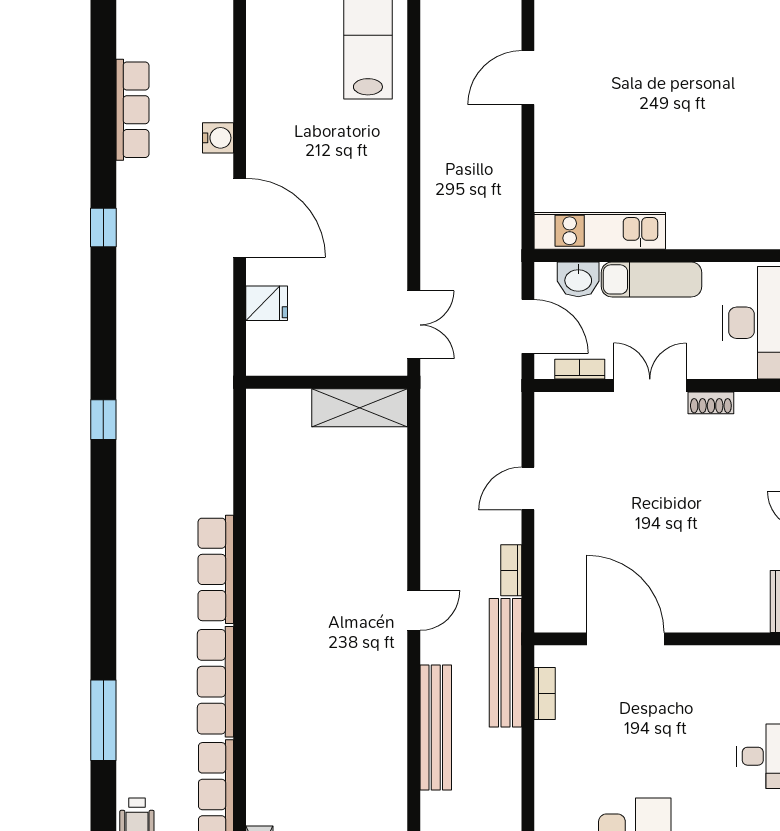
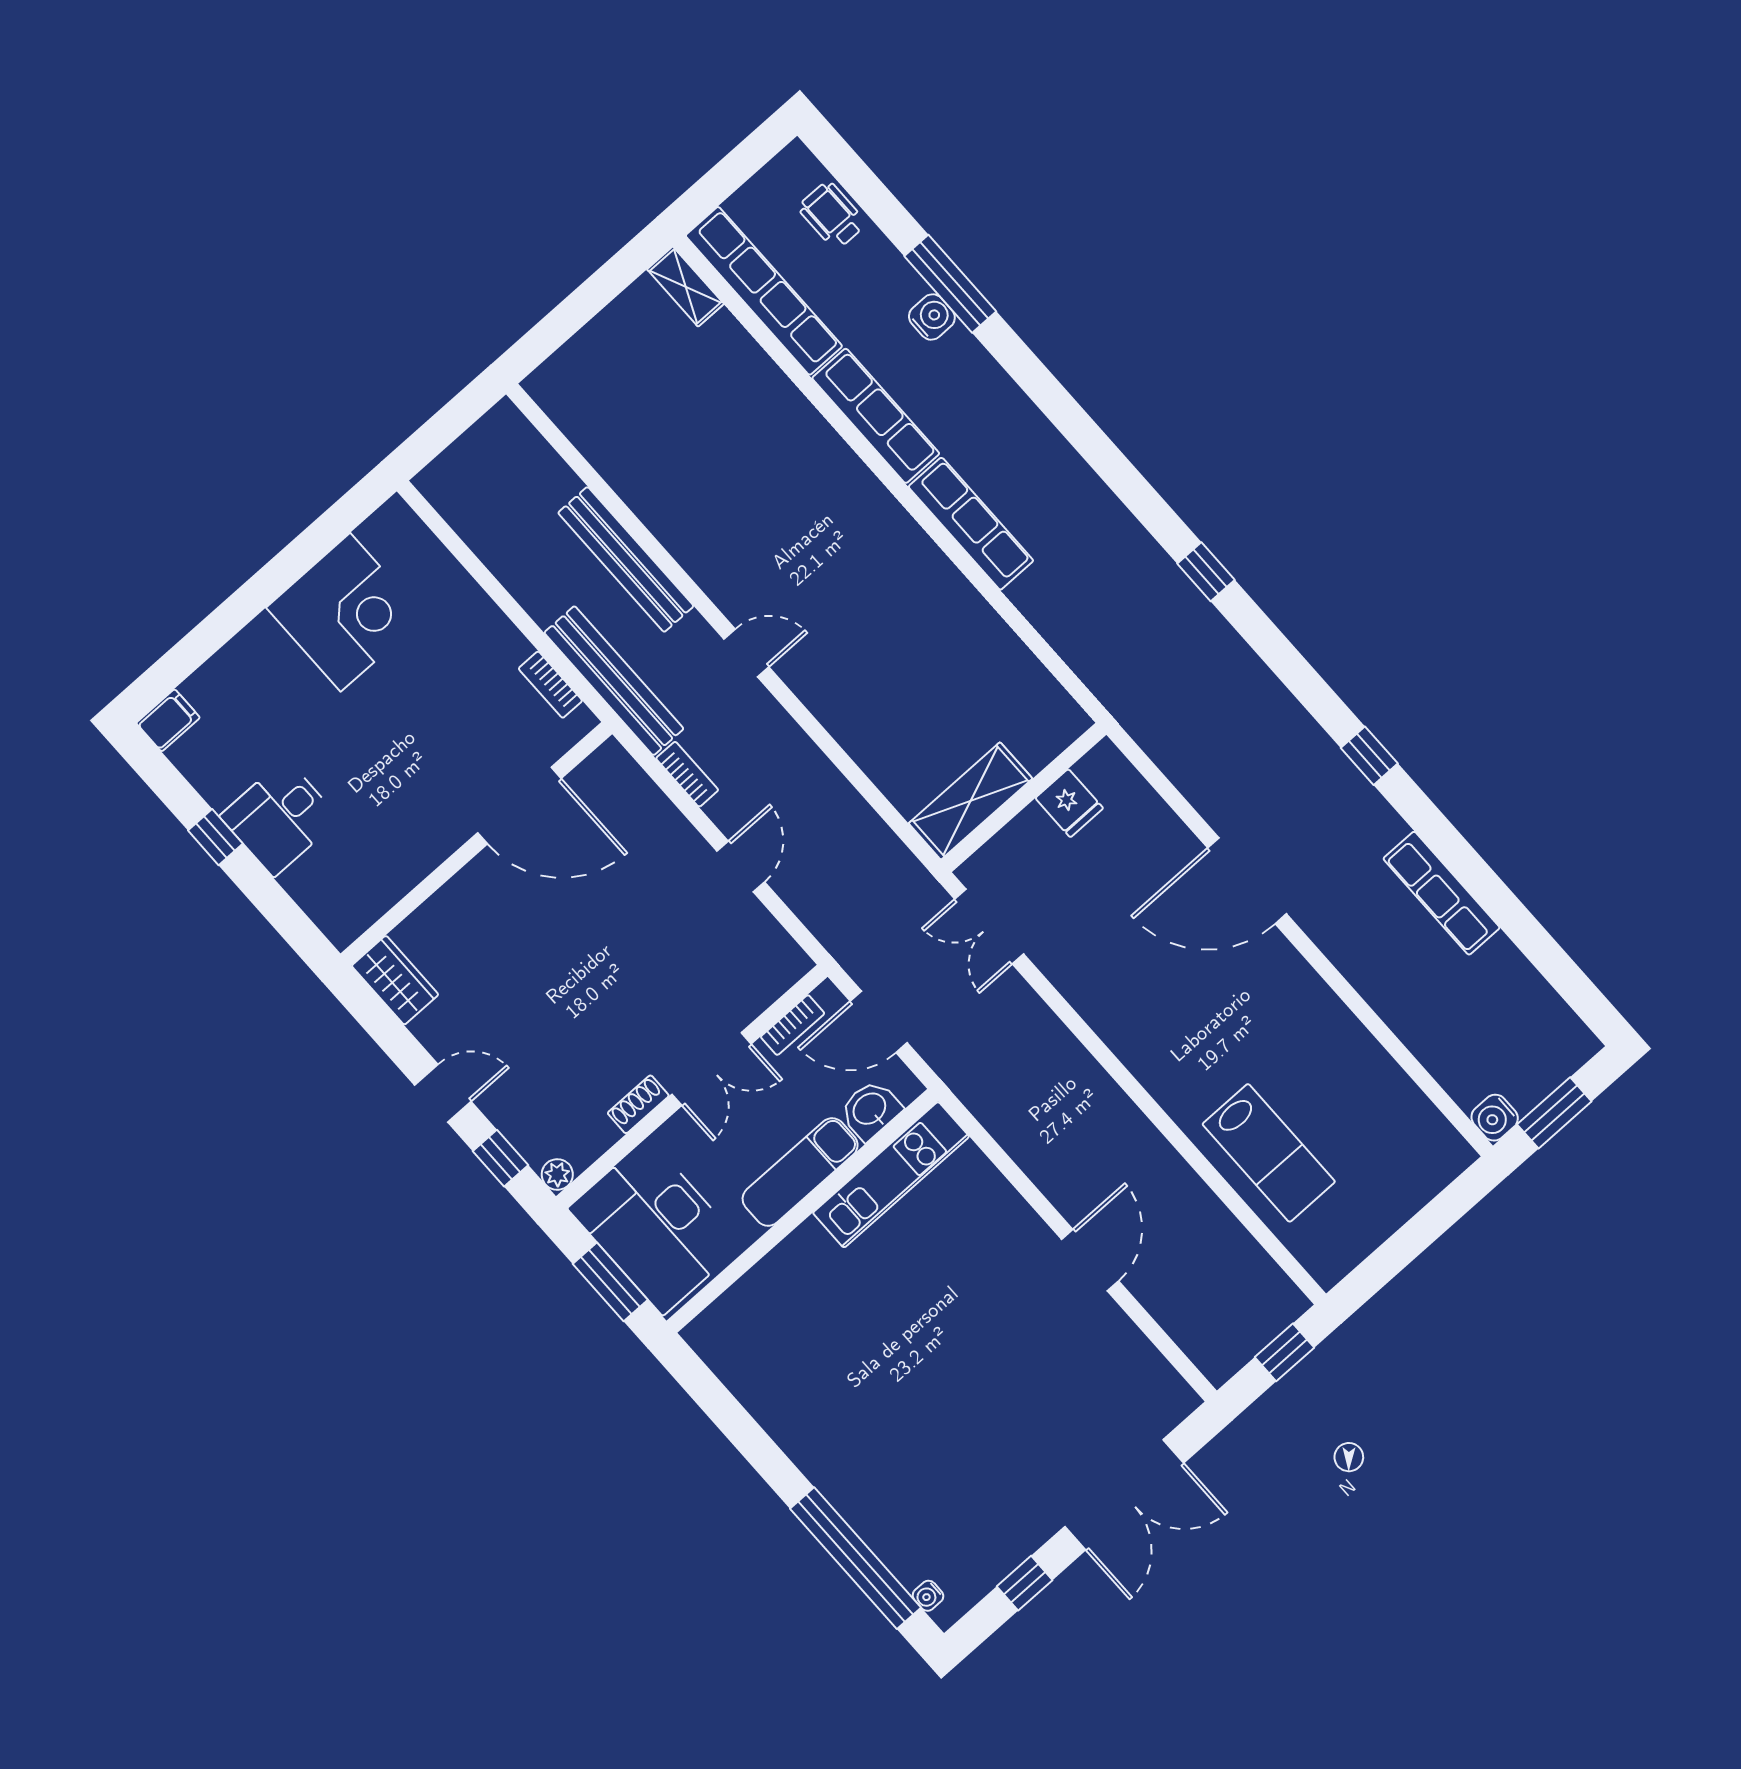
water cooler: (218, 138) -> (932, 317), moved, turned 180
fridge: (267, 303) -> (1069, 803), moved, turned -90
door: (414, 610) -> (746, 653), swing flipped

